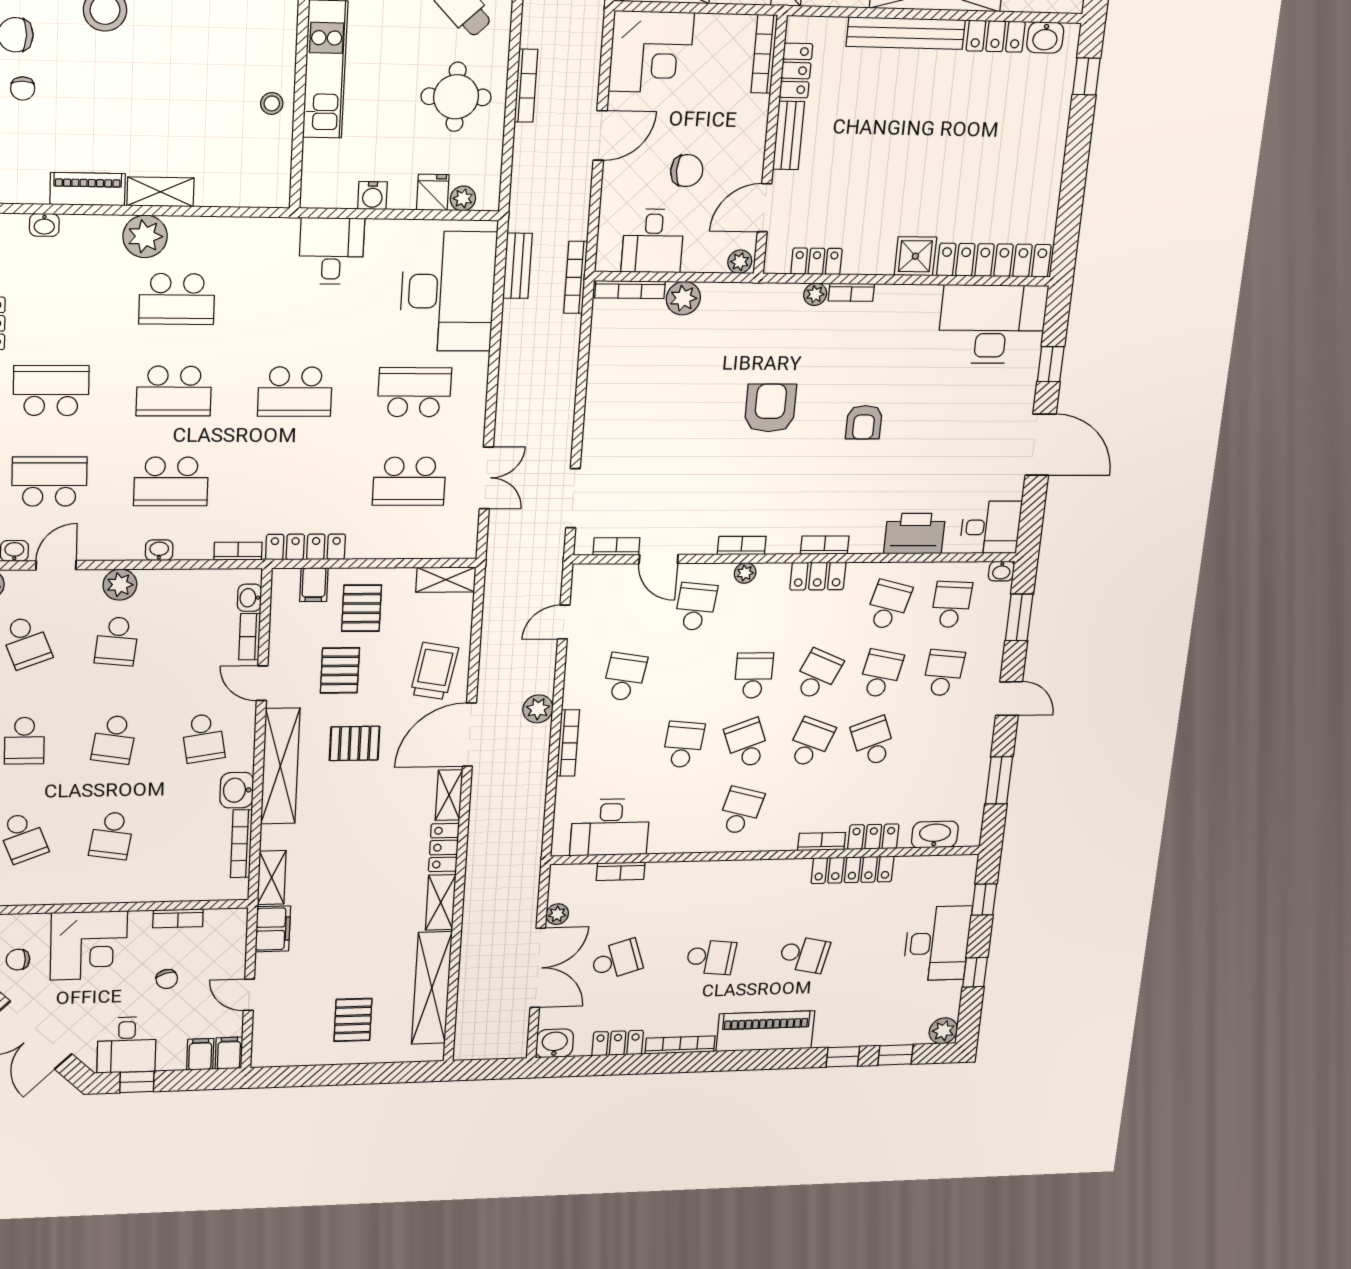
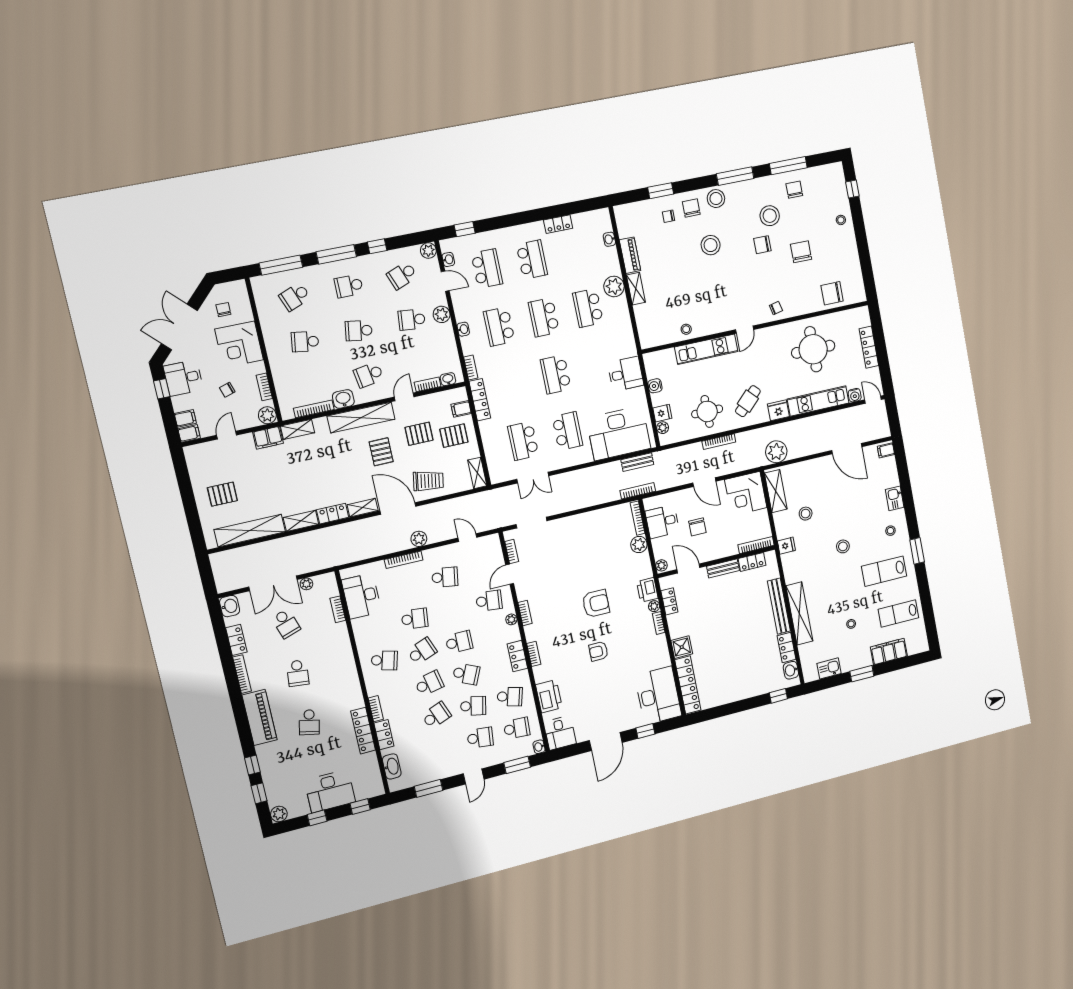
printer: (779, 301) -> (647, 590), added
school desk: (810, 743) -> (429, 683), turned -33
plant: (231, 923) -> (267, 415), added

